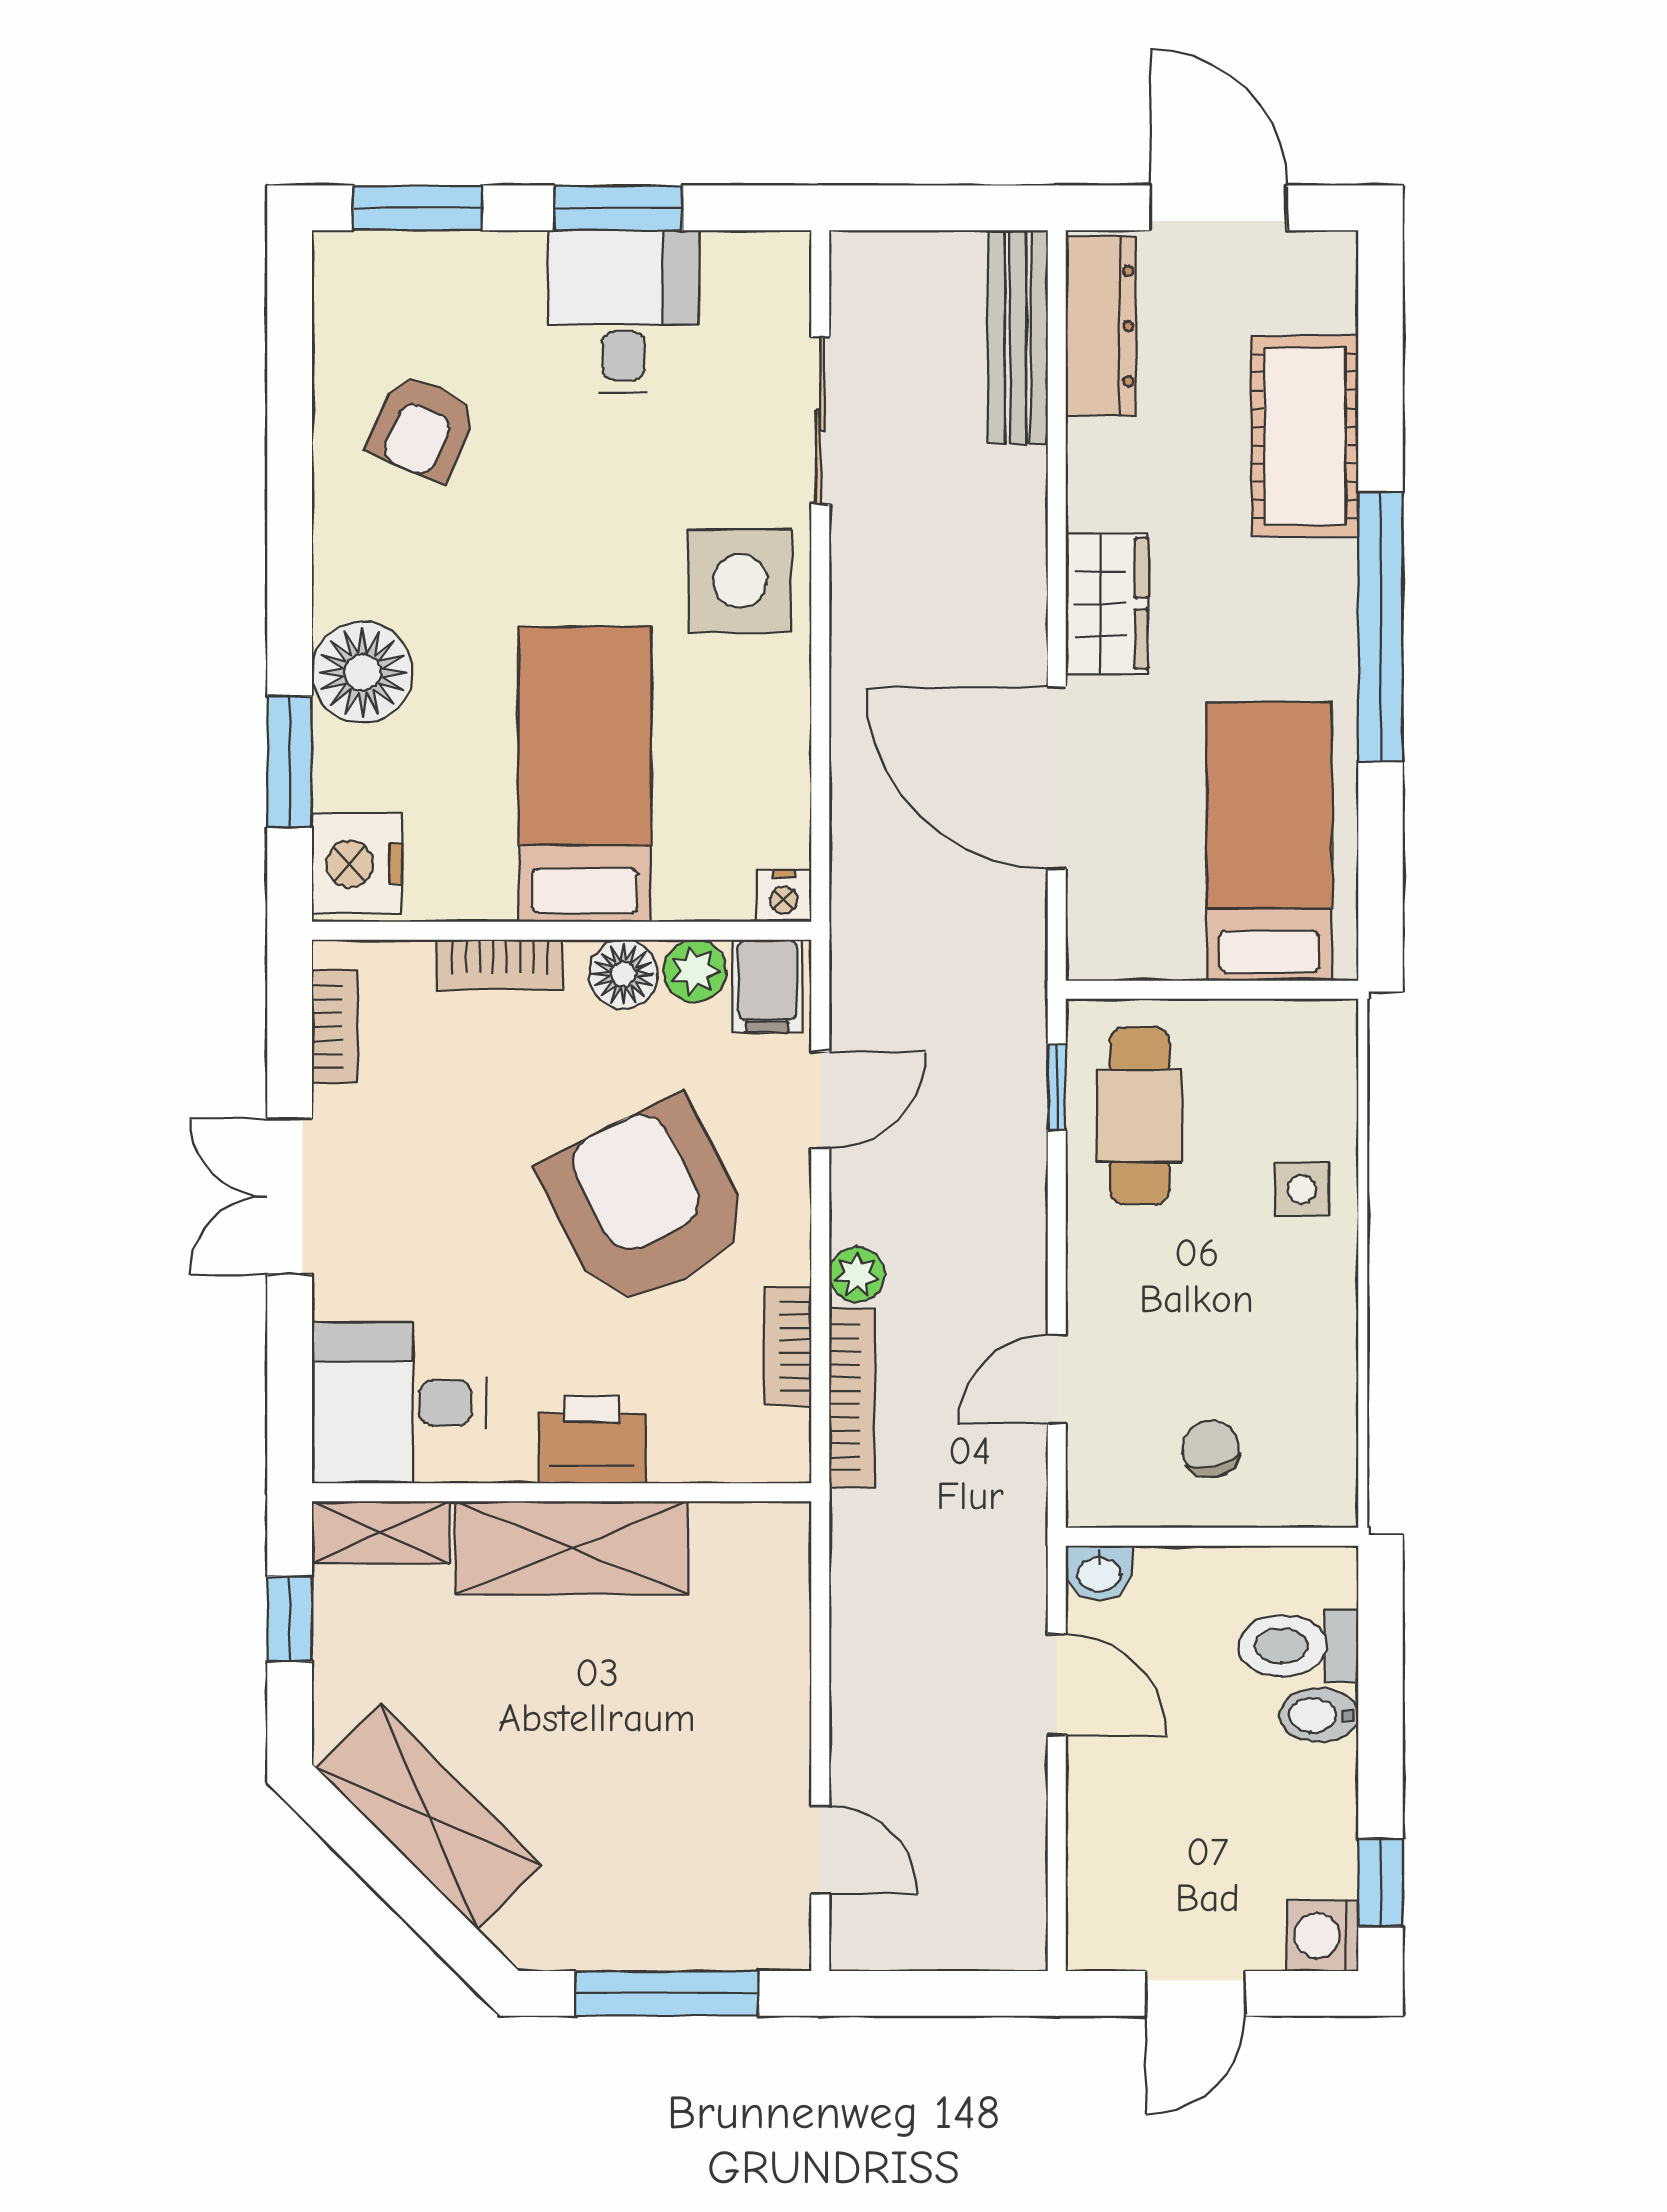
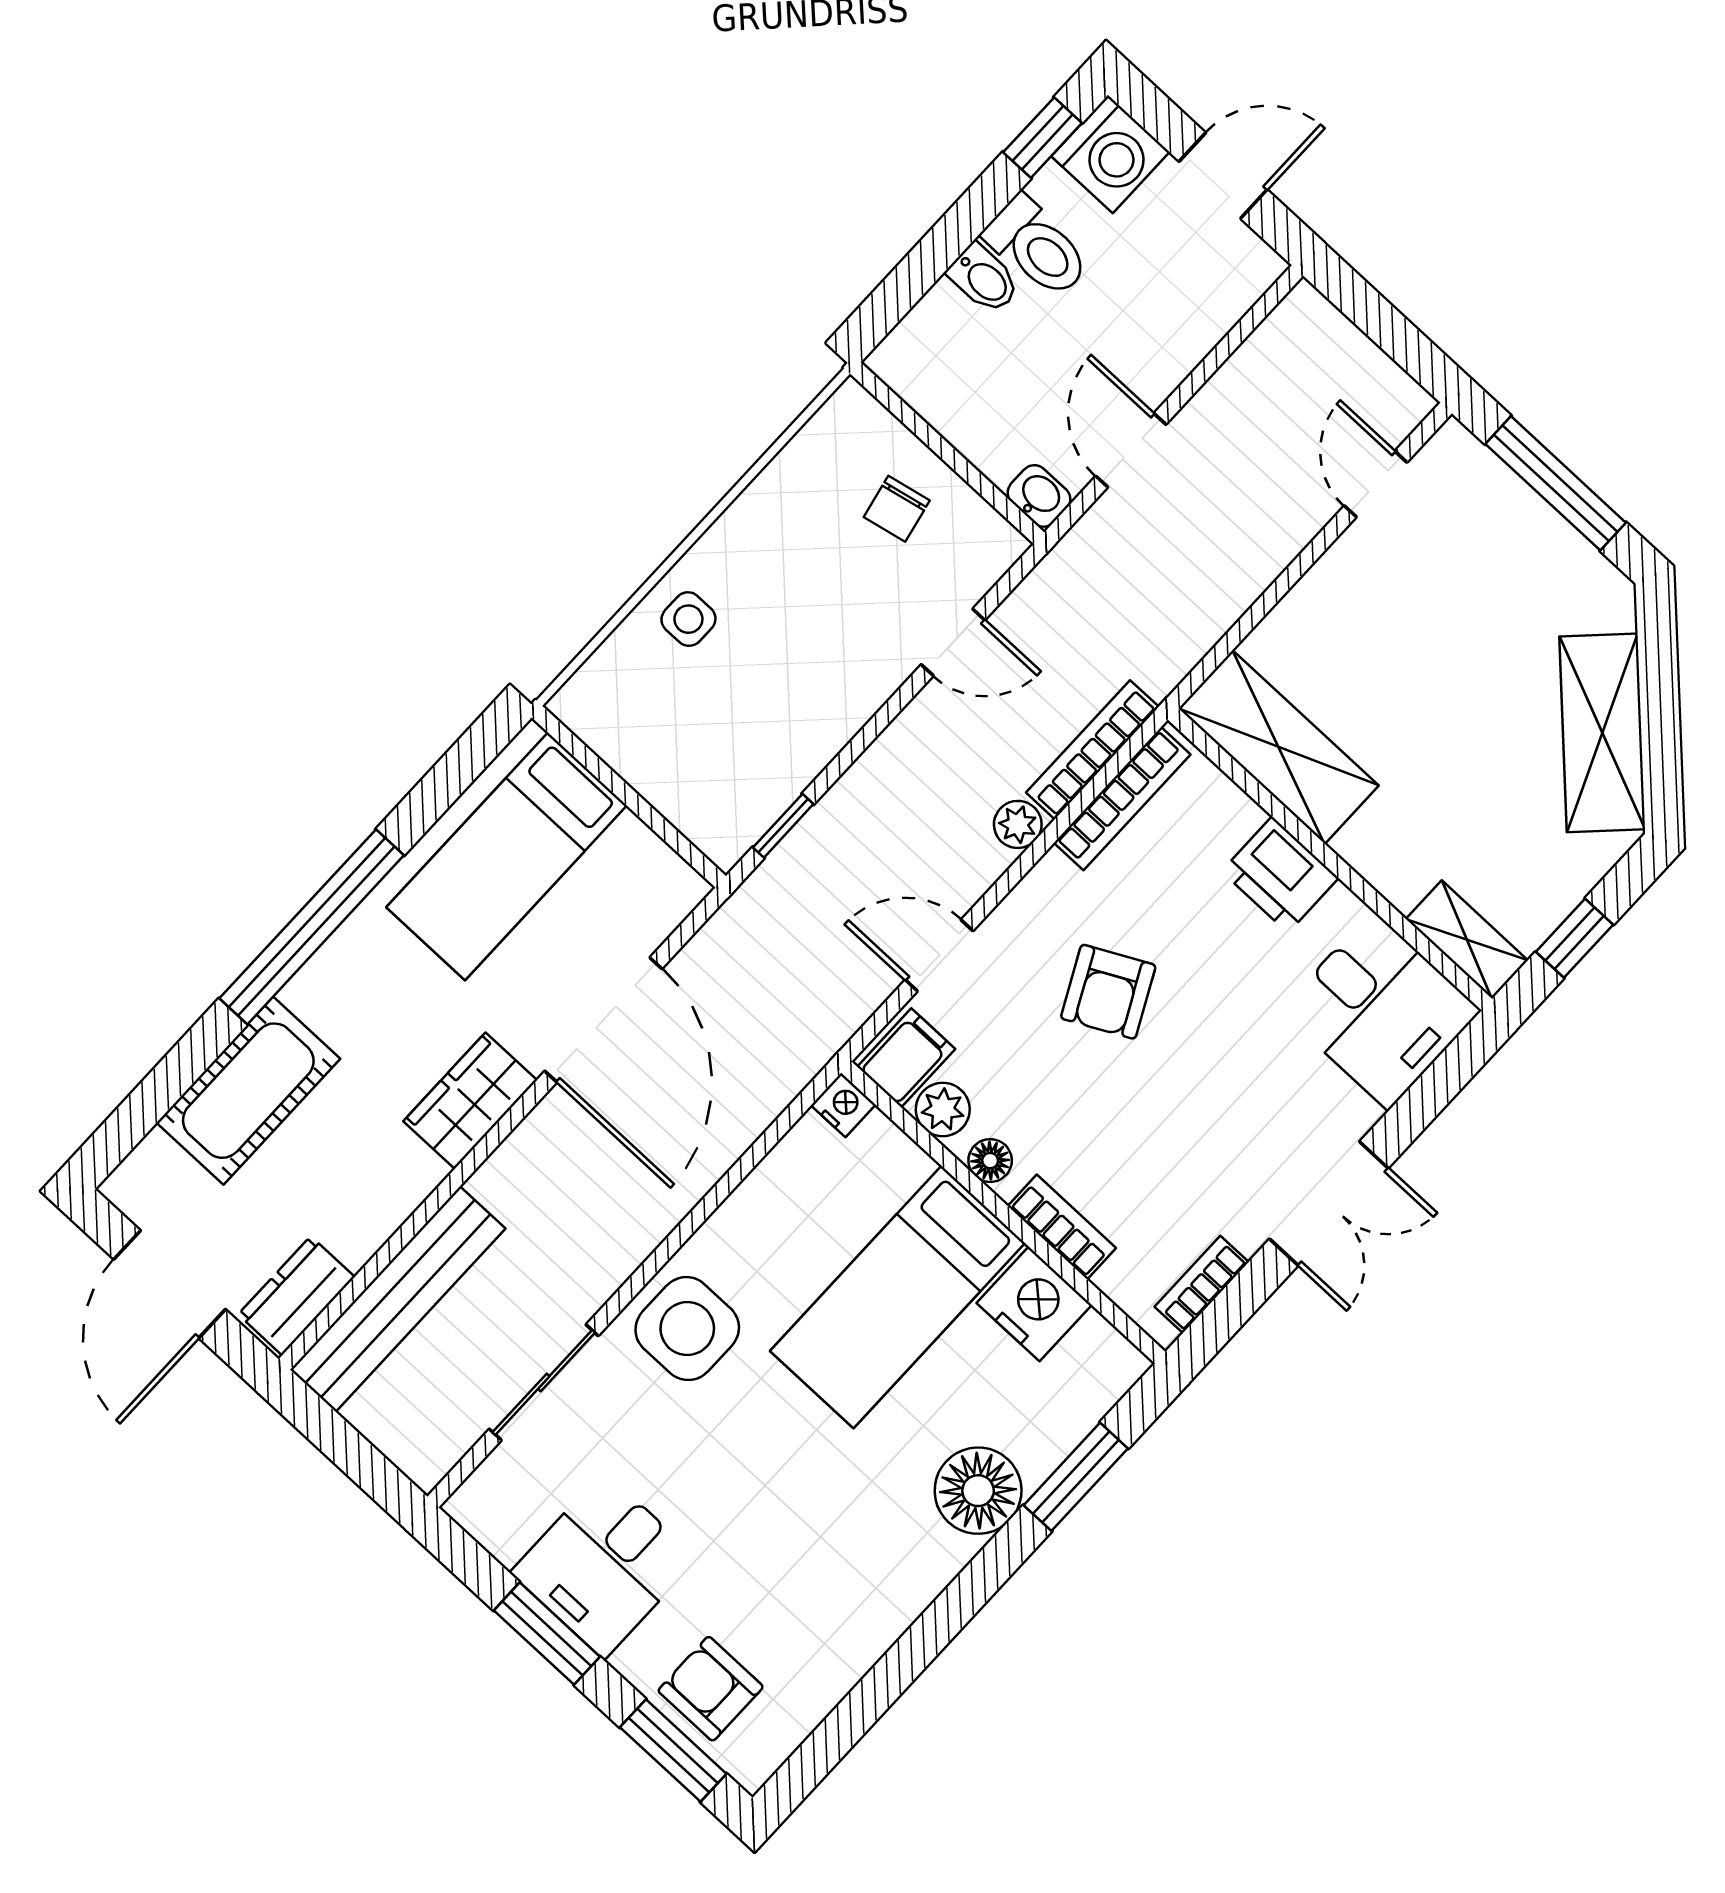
dresser: (1101, 326) -> (296, 1296), width x0.70
bench: (1018, 337) -> (398, 1299), width x1.37, depth x1.21
armchair: (422, 428) -> (711, 1689), moved, turned -114
nightstand: (357, 864) -> (1034, 1304), moved, turned -90
floor lamp: (623, 974) -> (990, 1161), width x0.73, depth x0.73
cafe table: (1140, 1116) -> (748, 760), removed
armchair: (647, 1203) -> (1108, 992), width x0.53, depth x0.53
bookcase: (788, 1346) -> (1122, 799), width x1.56
shelving: (572, 1548) -> (1279, 747), moved
toilet: (1298, 1646) -> (1037, 247), moved
washing machine: (1323, 1936) -> (1110, 154), width x1.38, depth x1.38

